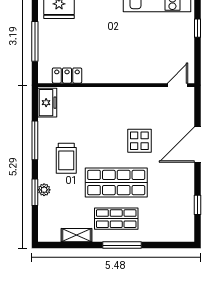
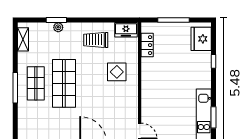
window: (35, 140) -> (97, 20), removed
display table: (139, 141) -> (117, 72), moved
trolley: (66, 158) -> (96, 40), moved
shelving: (76, 235) -> (23, 39), moved

